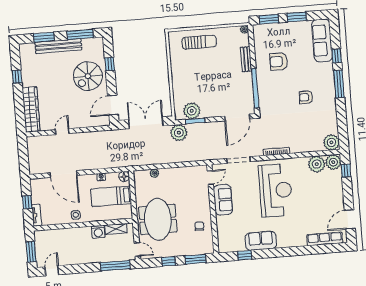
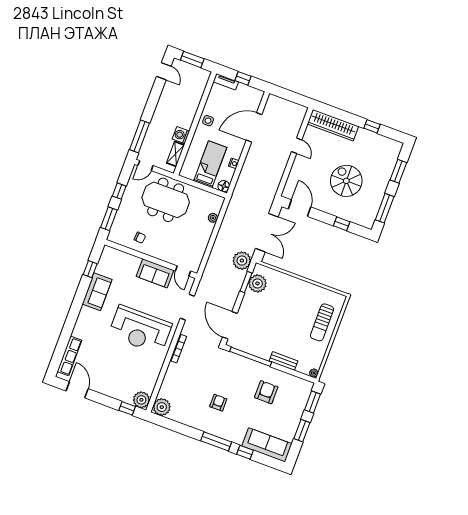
bench: (58, 46) -> (383, 181), removed
spiral stairs: (88, 76) -> (346, 181), moved
plant: (317, 164) -> (147, 383), removed

